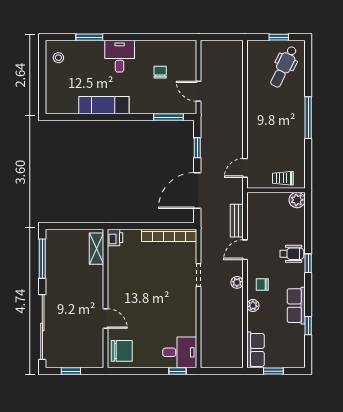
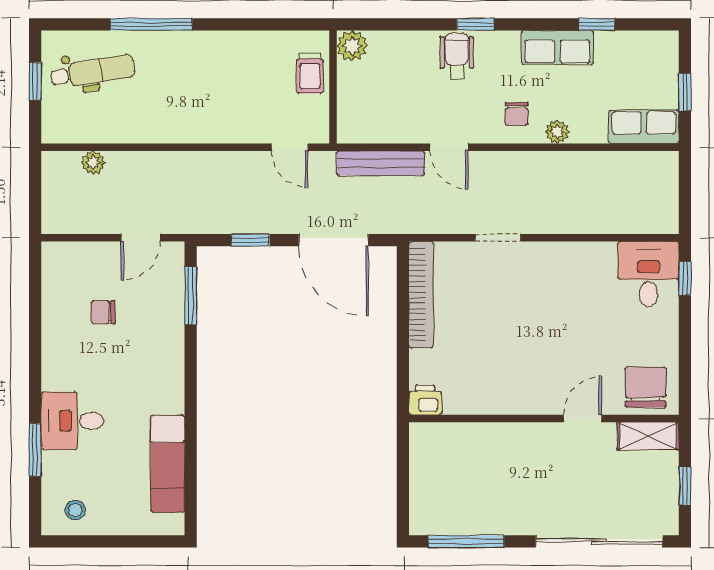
desk: (120, 56) -> (72, 421), moved
dental chair: (284, 67) -> (93, 72), turned -35
exam couch: (104, 105) -> (168, 464), moved
window: (308, 118) -> (151, 24), moved
bench: (237, 221) -> (381, 163), width x1.36
shelving: (97, 249) -> (648, 436), moved
plant: (237, 282) -> (93, 163), moved

